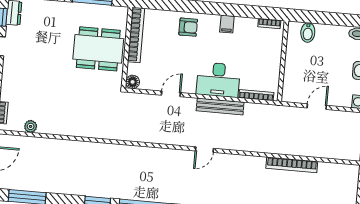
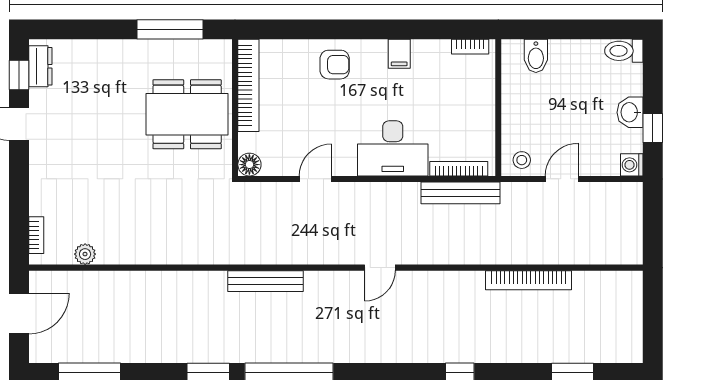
stool: (294, 93) -> (522, 160), added
bench: (220, 107) -> (461, 193), moved
bench: (136, 152) -> (265, 281), added

